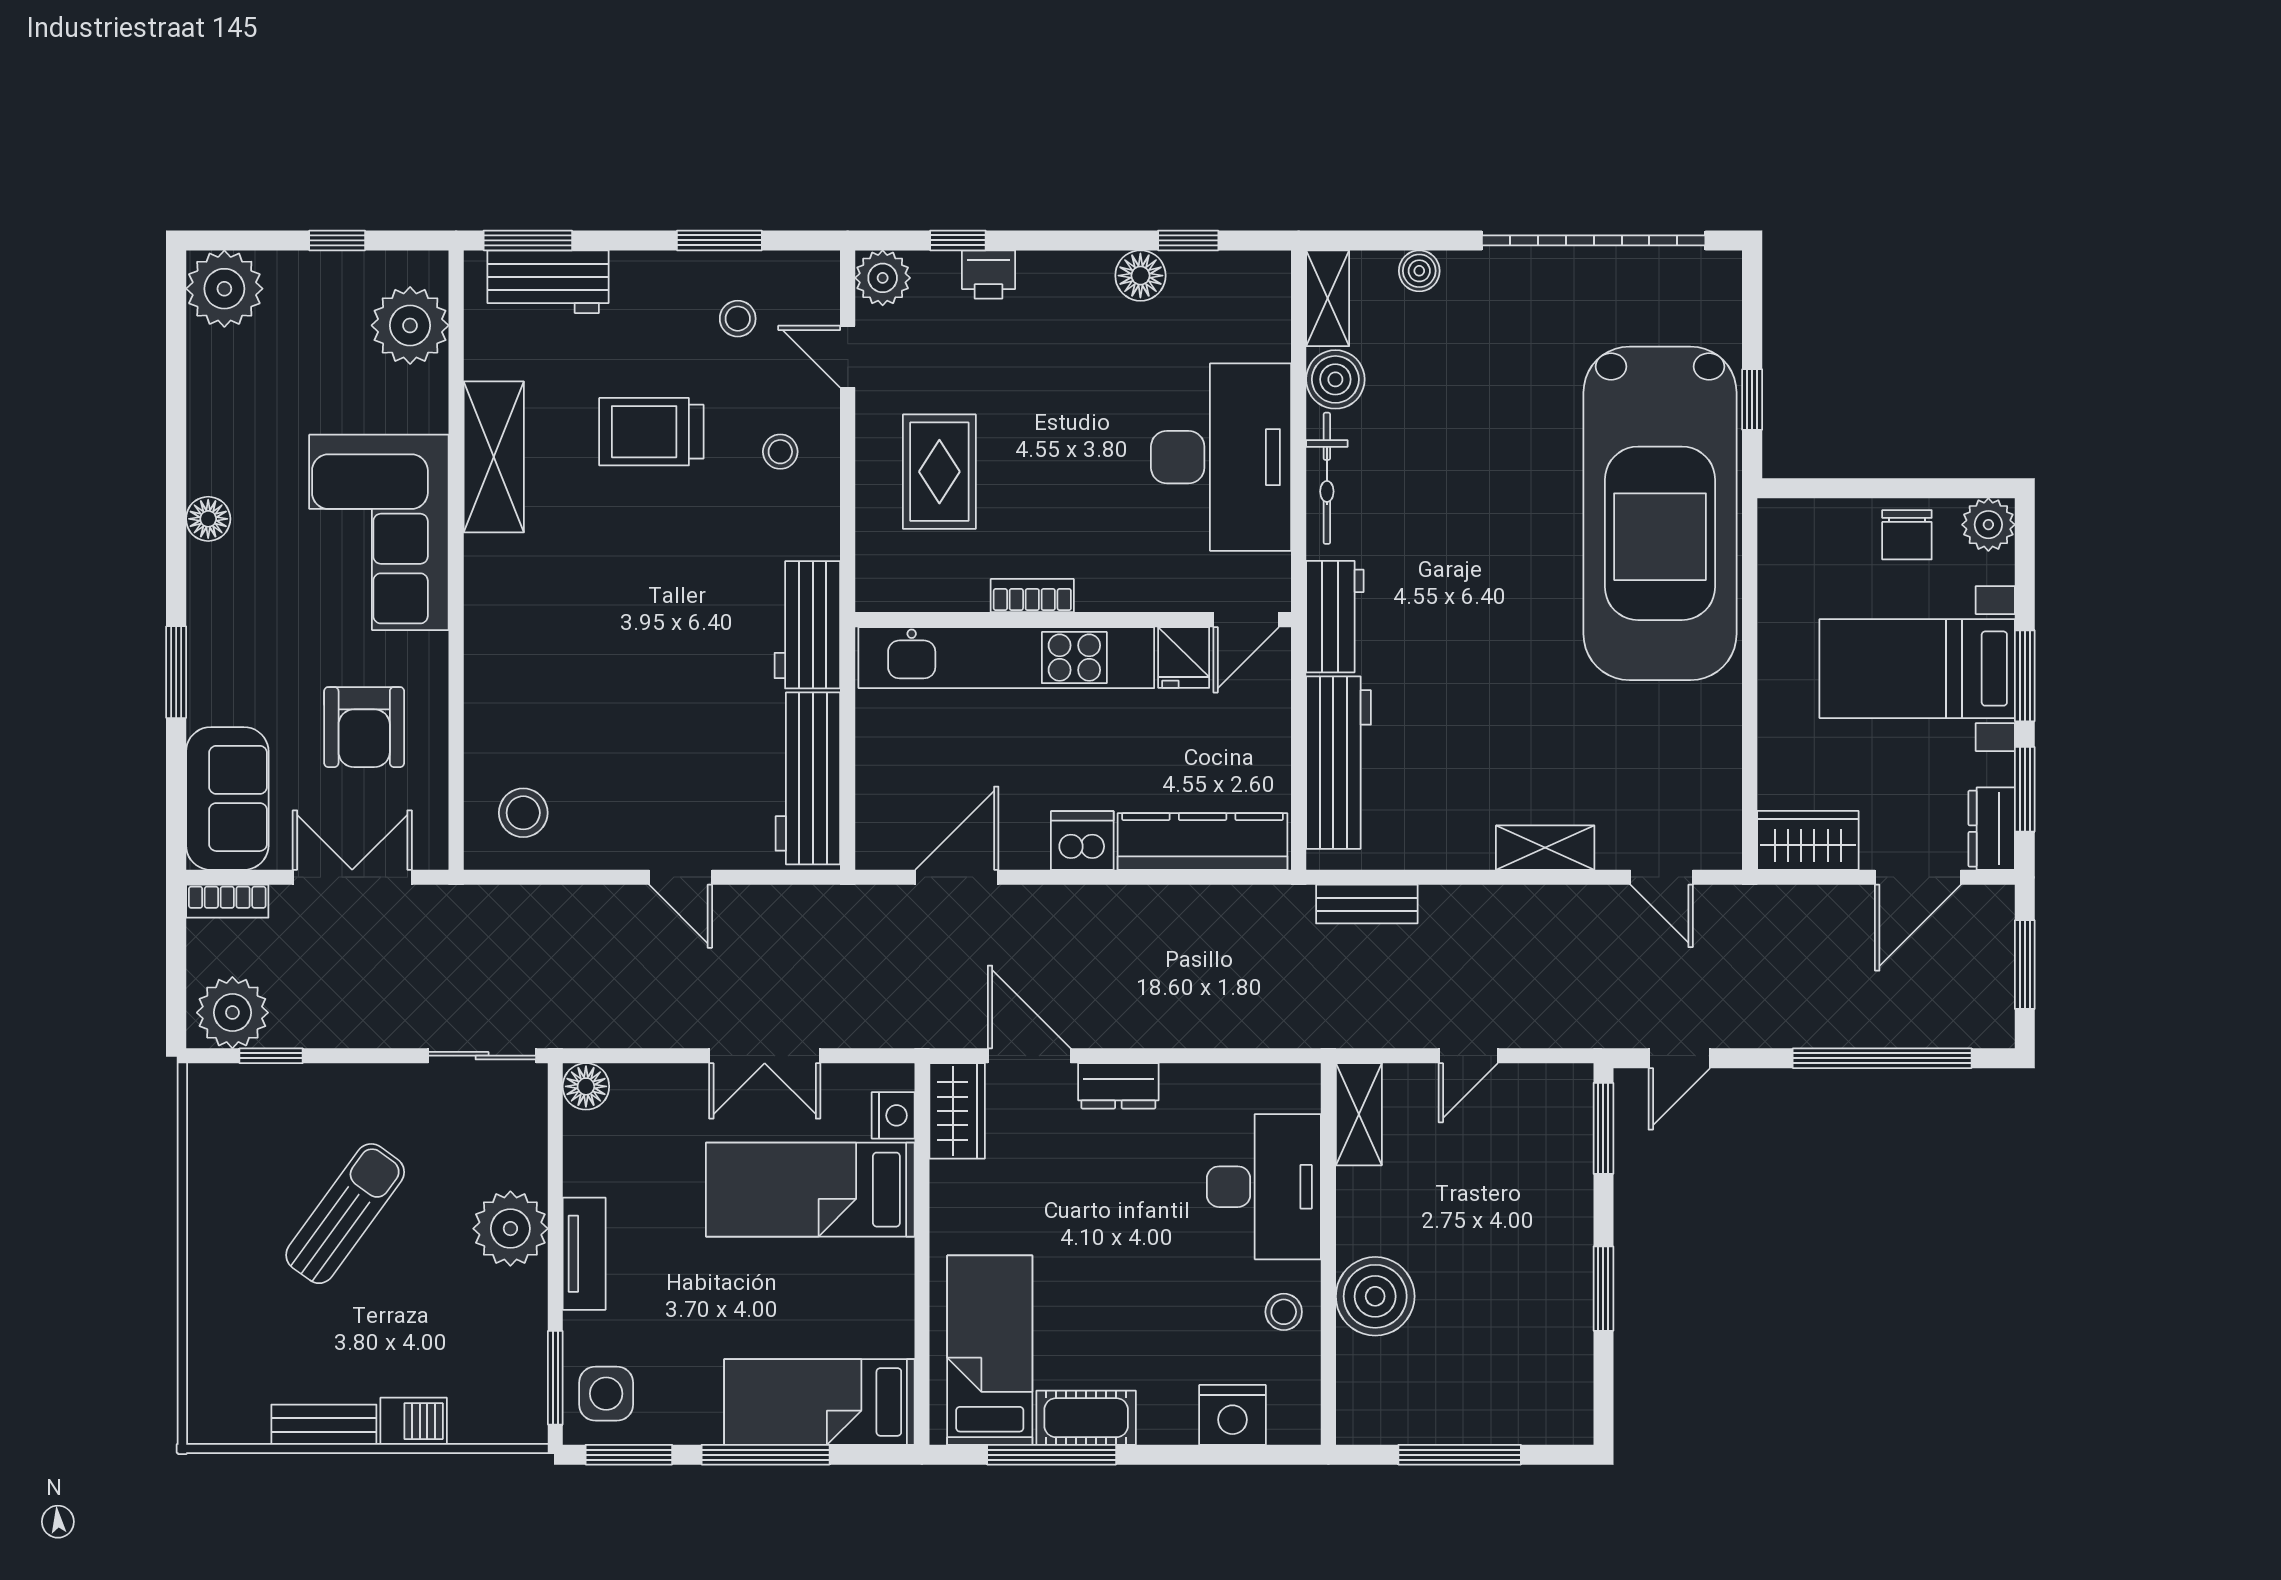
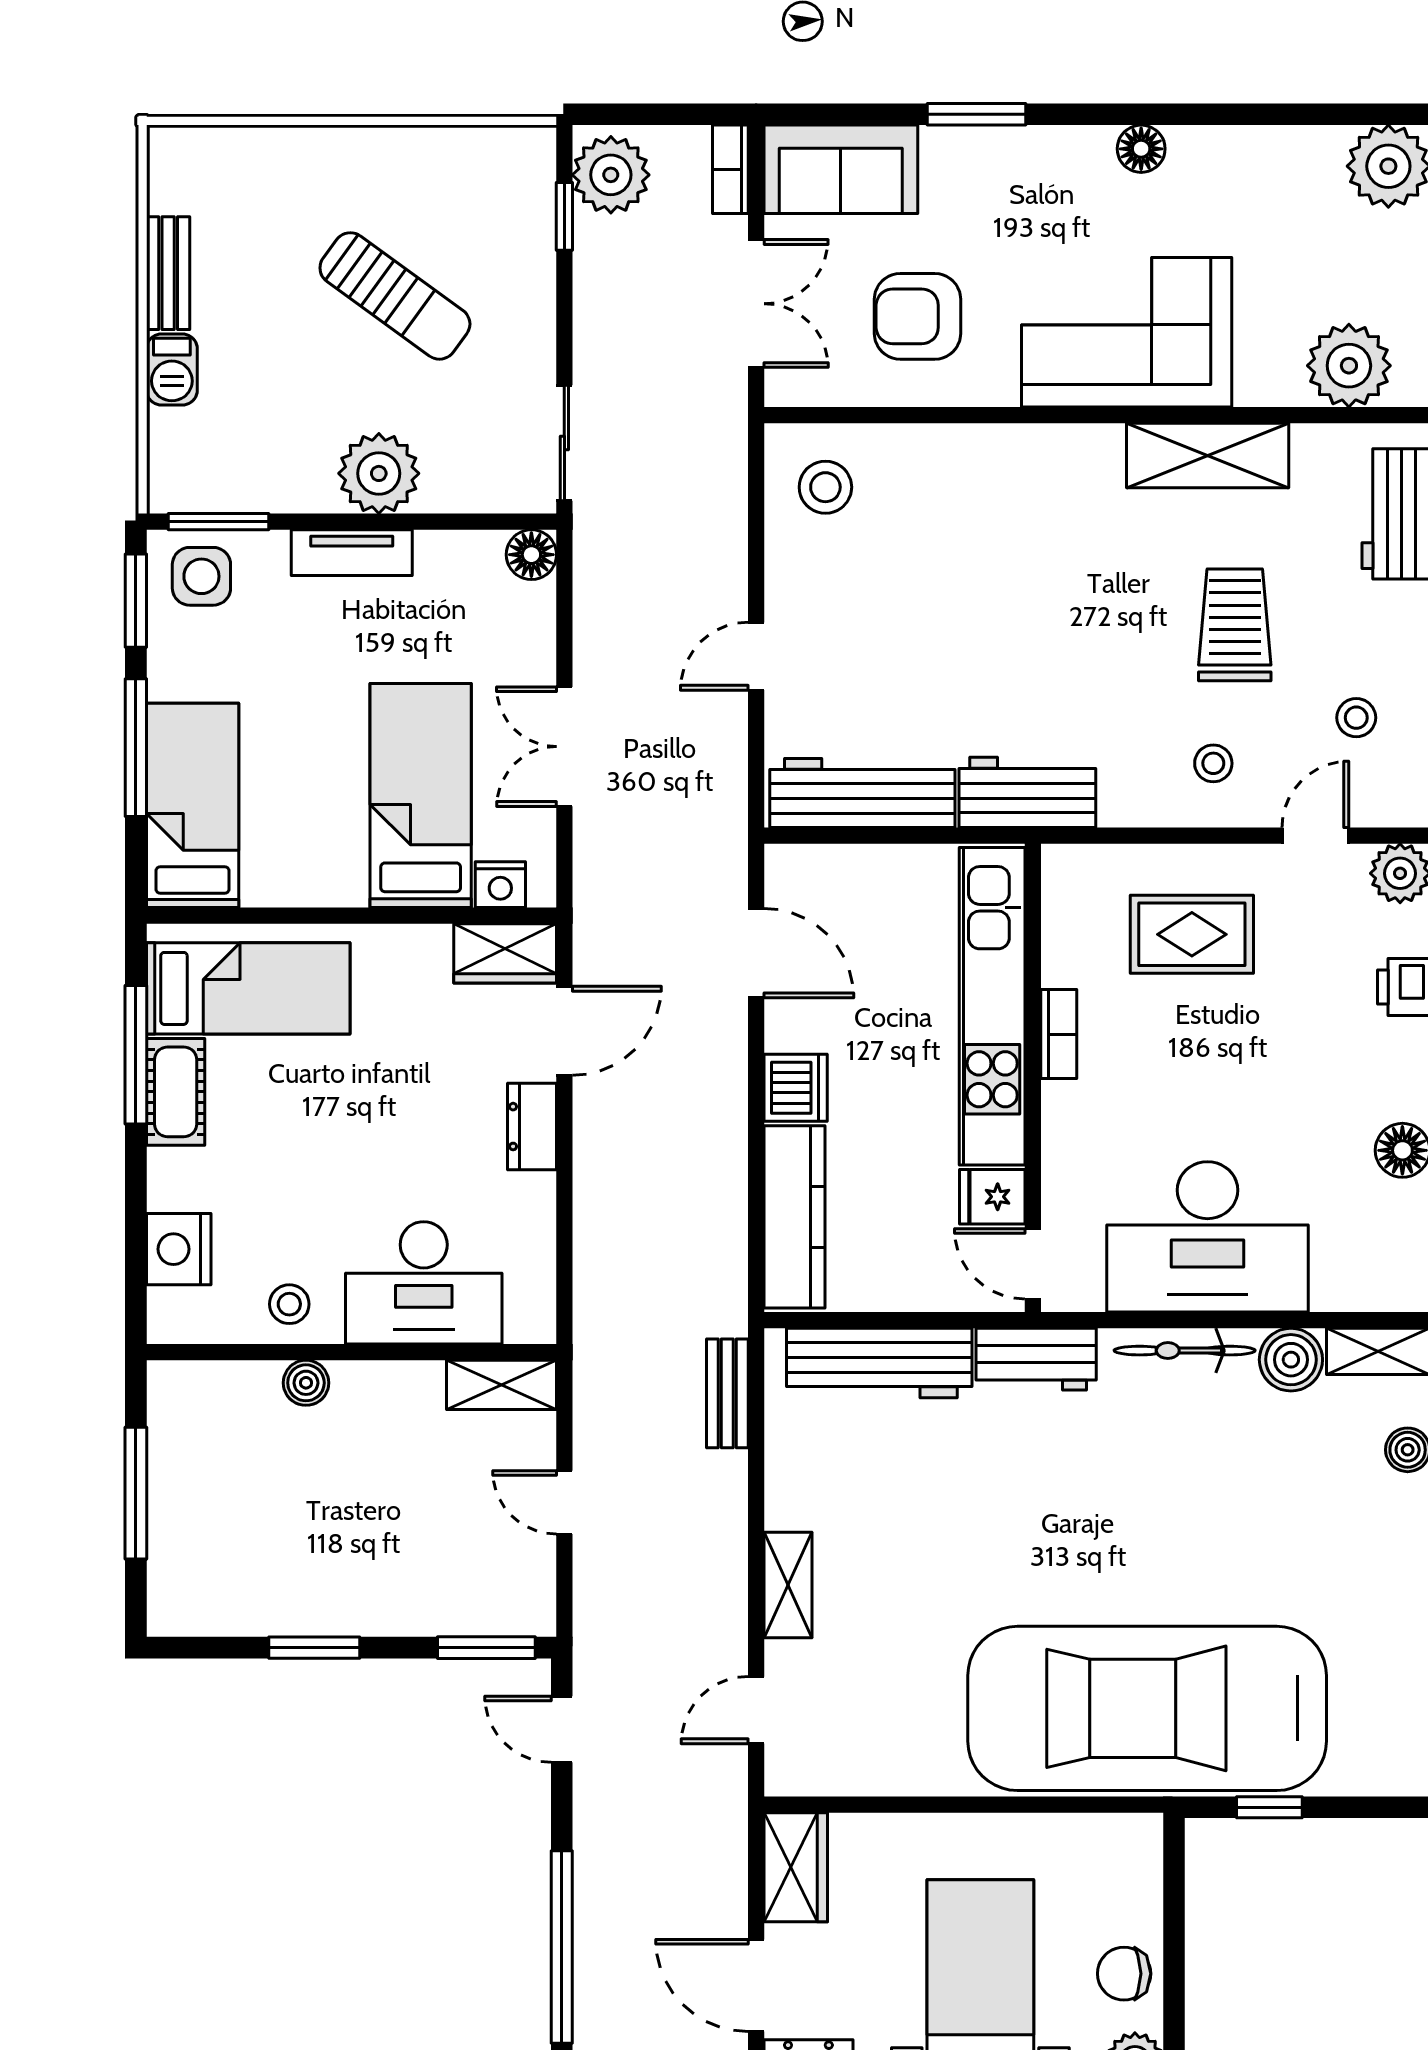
boiler: (1375, 1296) -> (306, 1383), width x0.54, depth x0.54

